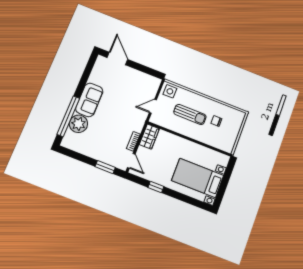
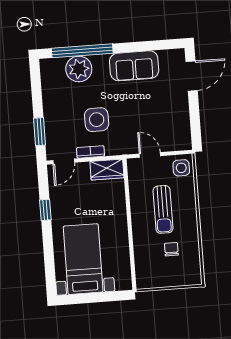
sofa: (89, 100) -> (134, 66), moved
side table: (115, 128) -> (97, 120), added

